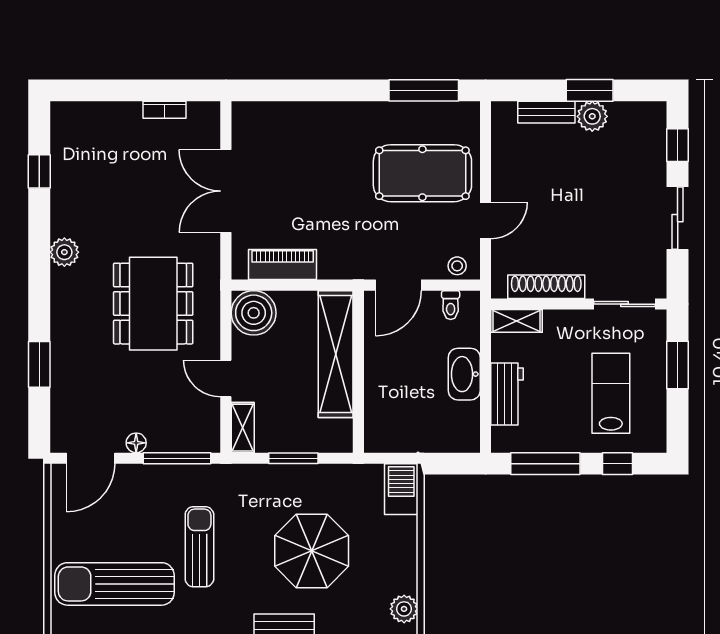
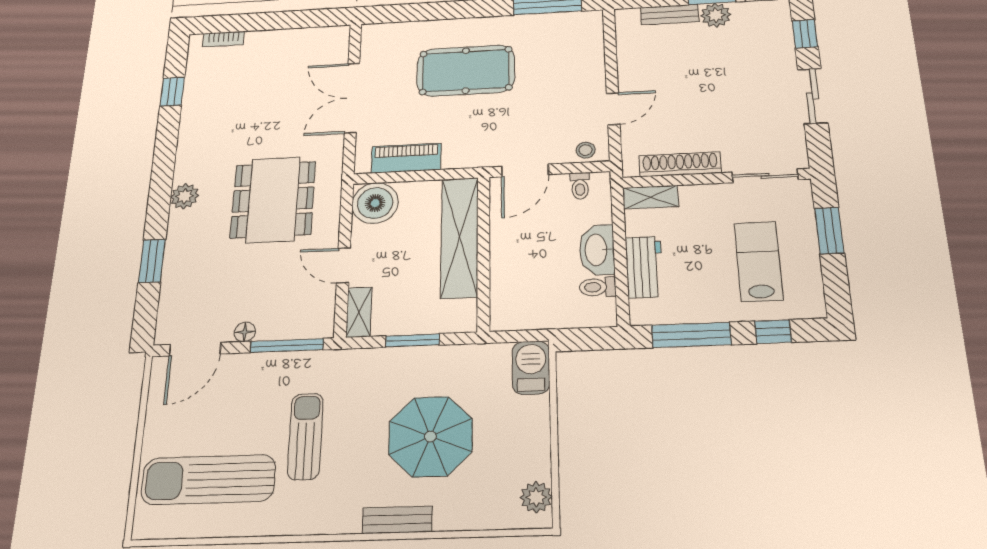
bookcase: (165, 110) -> (223, 39), moved
pool table: (422, 173) -> (466, 71), moved
plant: (64, 252) -> (185, 196), moved
toilet: (464, 412) -> (598, 287), added

